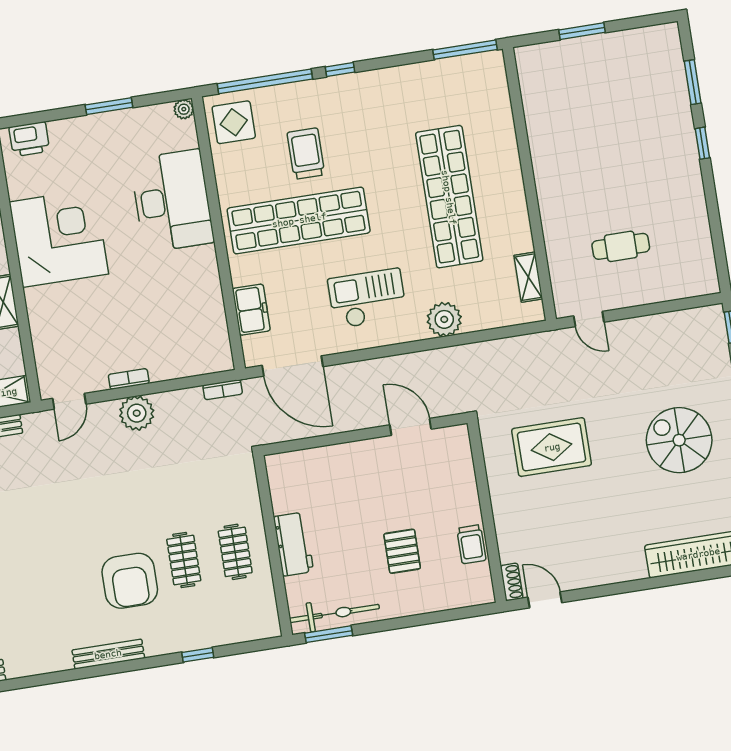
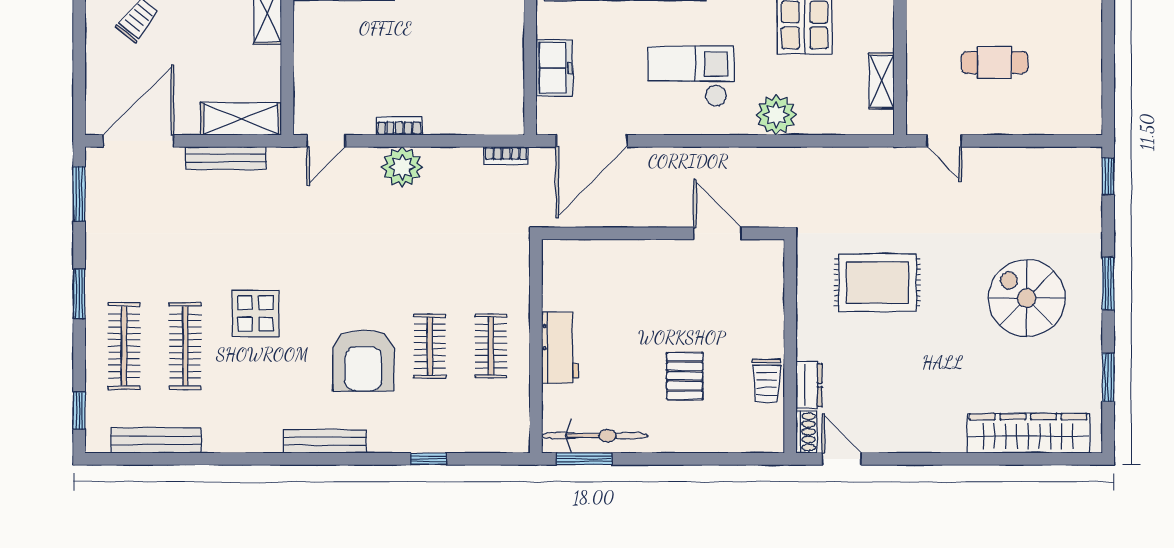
door: (292, 366) -> (592, 141), hinge flipped
dresser: (508, 542) -> (809, 385), added
display table: (33, 556) -> (256, 313), added

